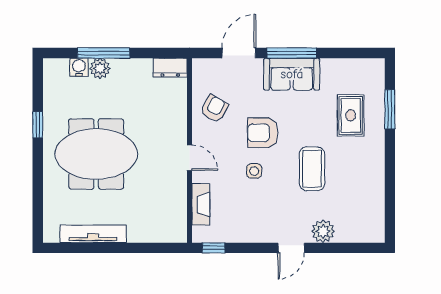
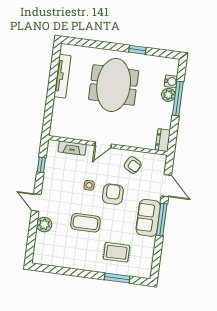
window: (214, 248) -> (41, 165), moved

